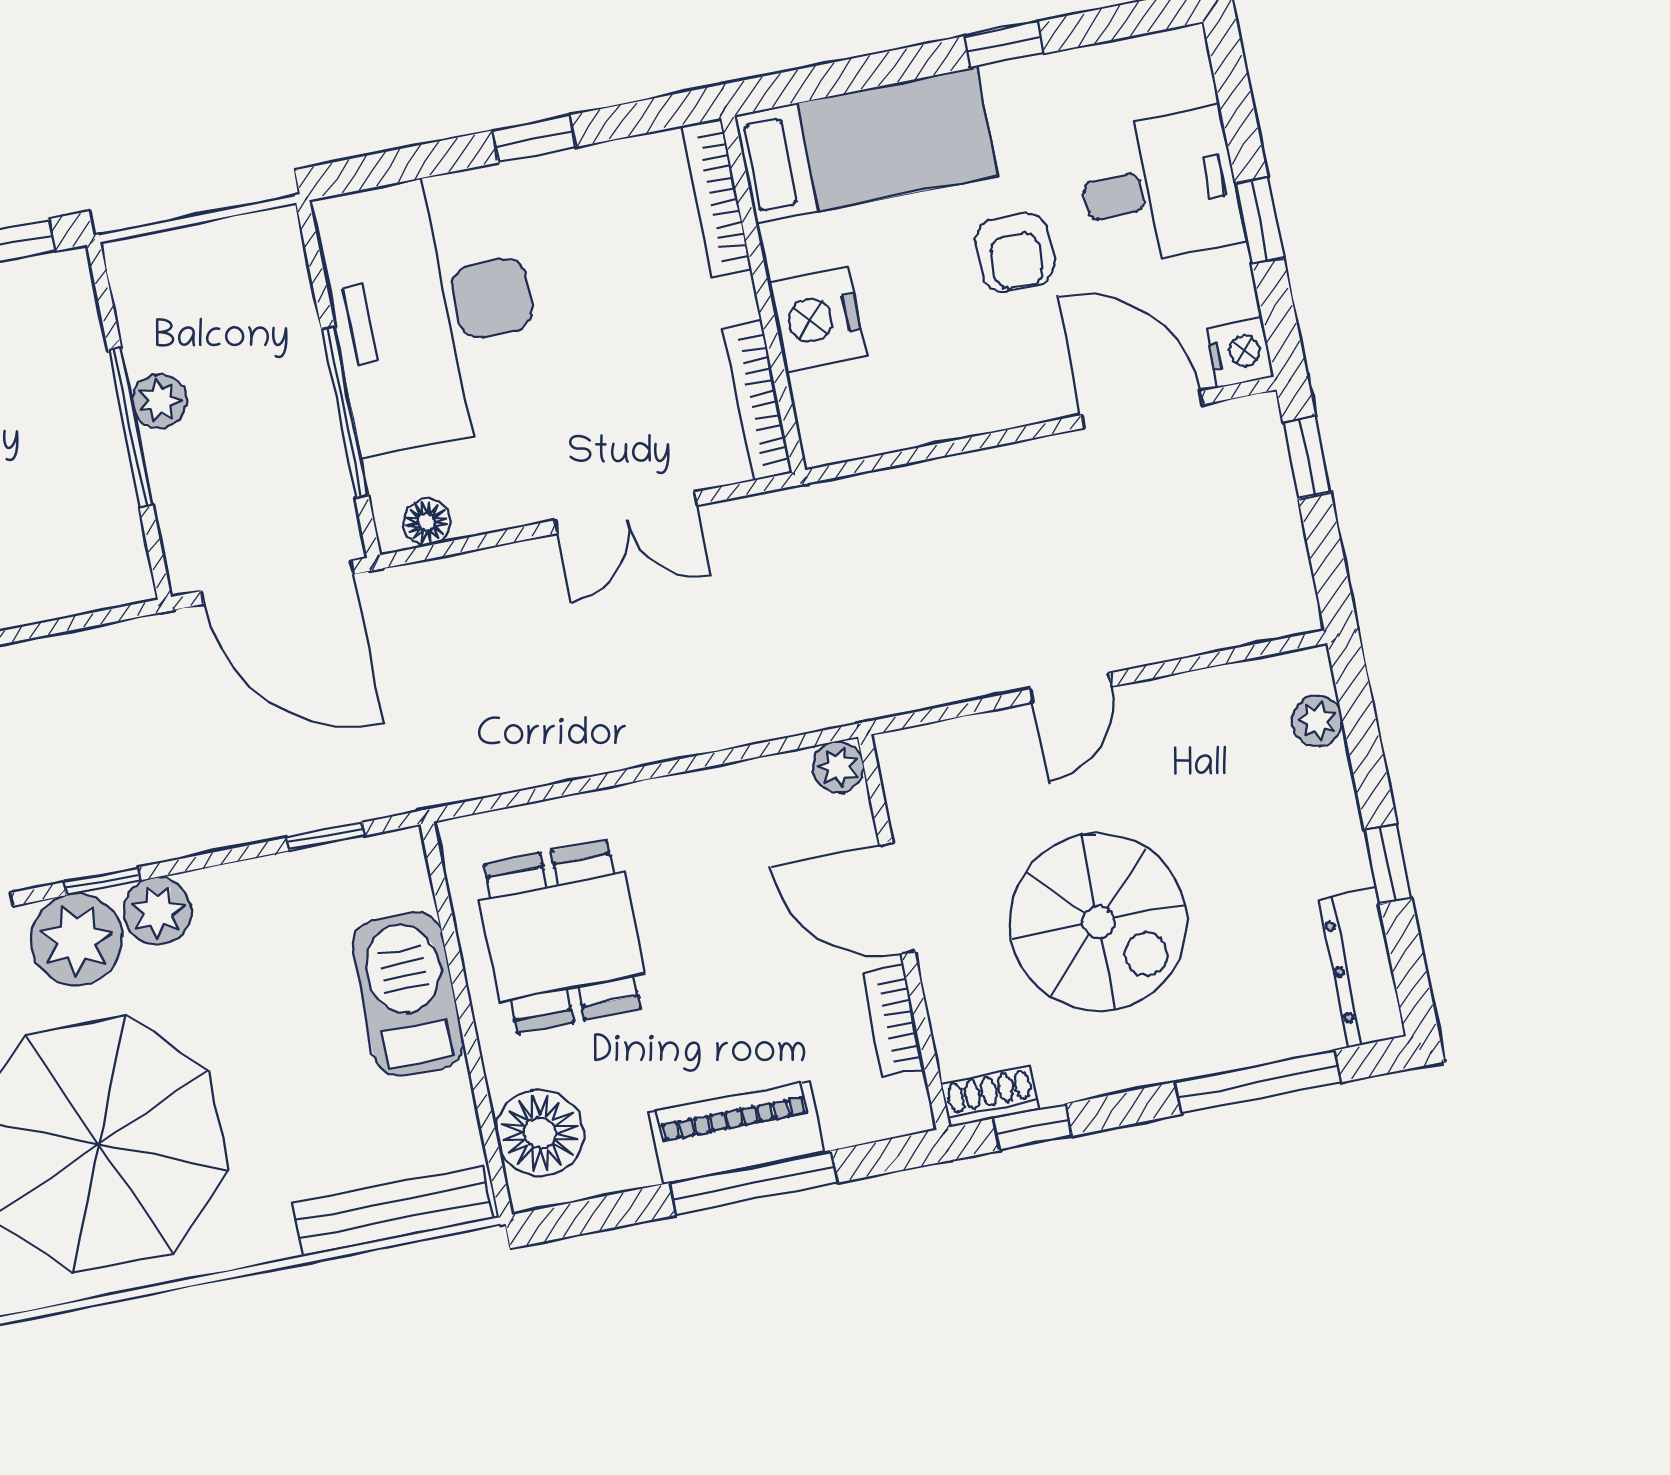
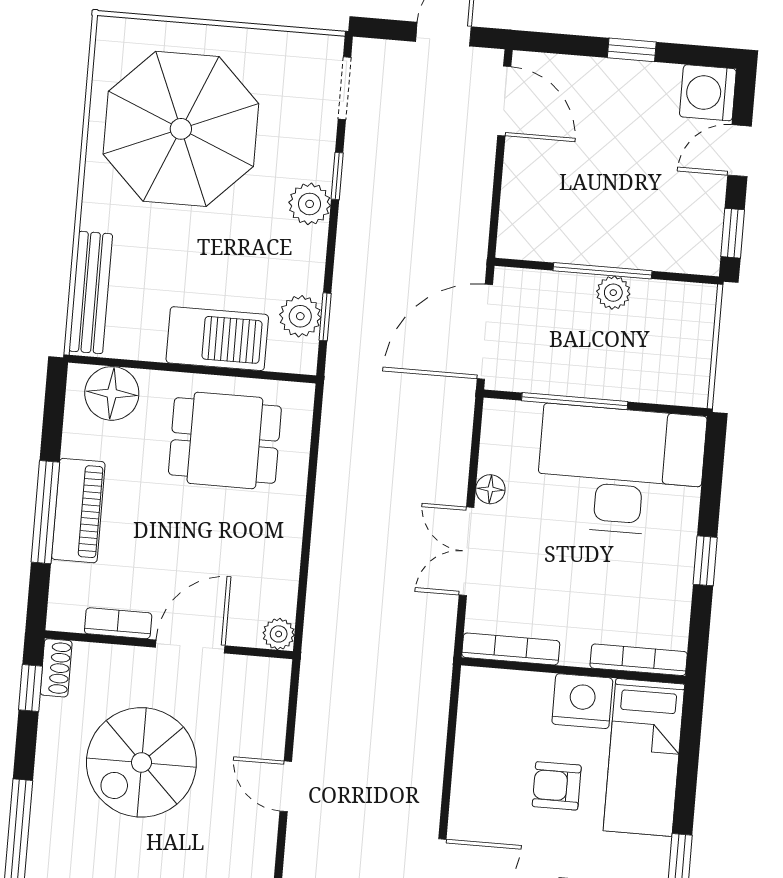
armchair: (1015, 252) -> (557, 786), moved
nightstand: (817, 319) -> (582, 701), moved
floor lamp: (426, 522) -> (490, 489), moved
plant: (77, 940) -> (300, 316), moved, width x0.73, depth x0.73

